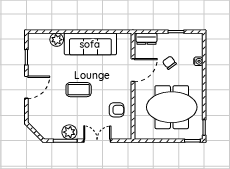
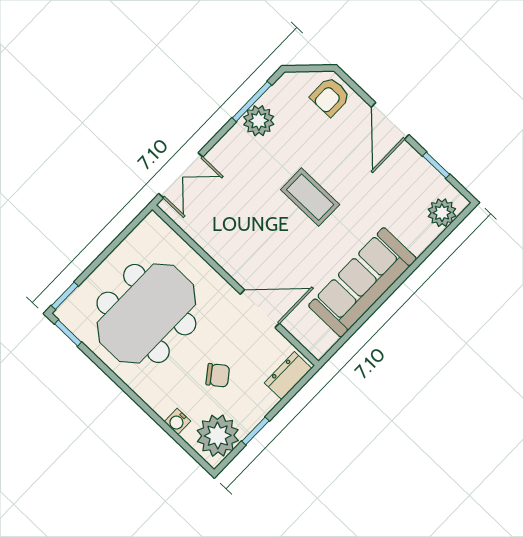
plant: (57, 40) -> (442, 213), moved
plant: (190, 43) -> (218, 436), added
door: (133, 70) -> (260, 309), swing flipped
coffee table: (79, 90) -> (310, 197), turned 90
armchair: (117, 110) -> (330, 97), moved
double door: (97, 141) -> (181, 175), moved

